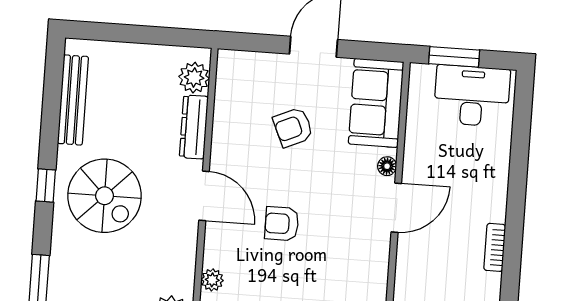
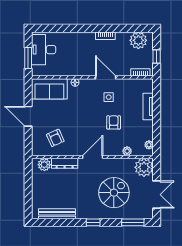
armchair: (293, 127) -> (55, 138), moved
spiral stairs: (105, 196) -> (114, 193), moved
door: (396, 208) -> (106, 77), moved
armchair: (282, 224) -> (114, 122), moved, turned 180
side table: (346, 245) -> (109, 97), added

